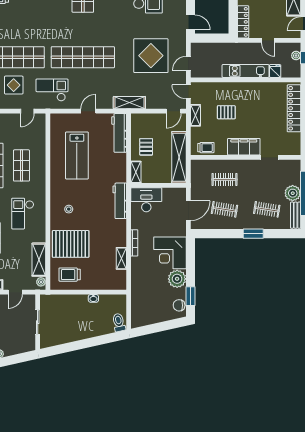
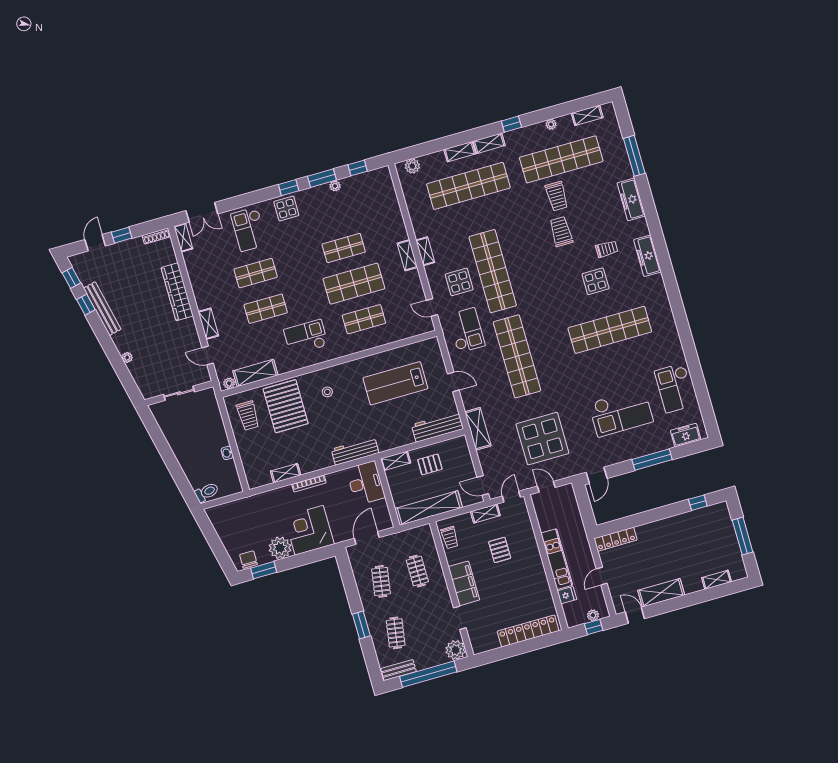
plant: (293, 193) -> (456, 650), moved
door: (188, 211) -> (367, 538), swing flipped
trolley: (70, 275) -> (248, 416), turned 180

